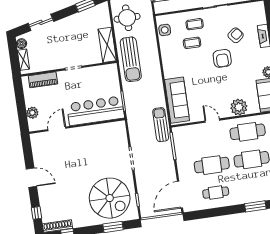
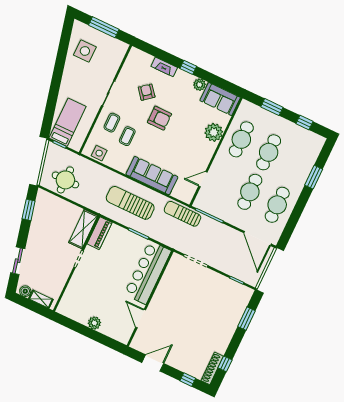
shelving: (107, 45) -> (83, 229), moved, turned 90
sun lounger: (131, 59) -> (130, 203), moved, turned 180
piano: (43, 80) -> (100, 233), moved
sofa: (177, 100) -> (152, 176), moved
bar counter: (96, 111) -> (148, 272), moved
door: (212, 121) -> (203, 179), moved
wall: (77, 126) -> (150, 298), moved
door: (57, 129) -> (141, 319), moved
cafe table: (216, 193) -> (277, 205), width x1.37, depth x1.35
spiral stairs: (110, 198) -> (218, 304), removed

